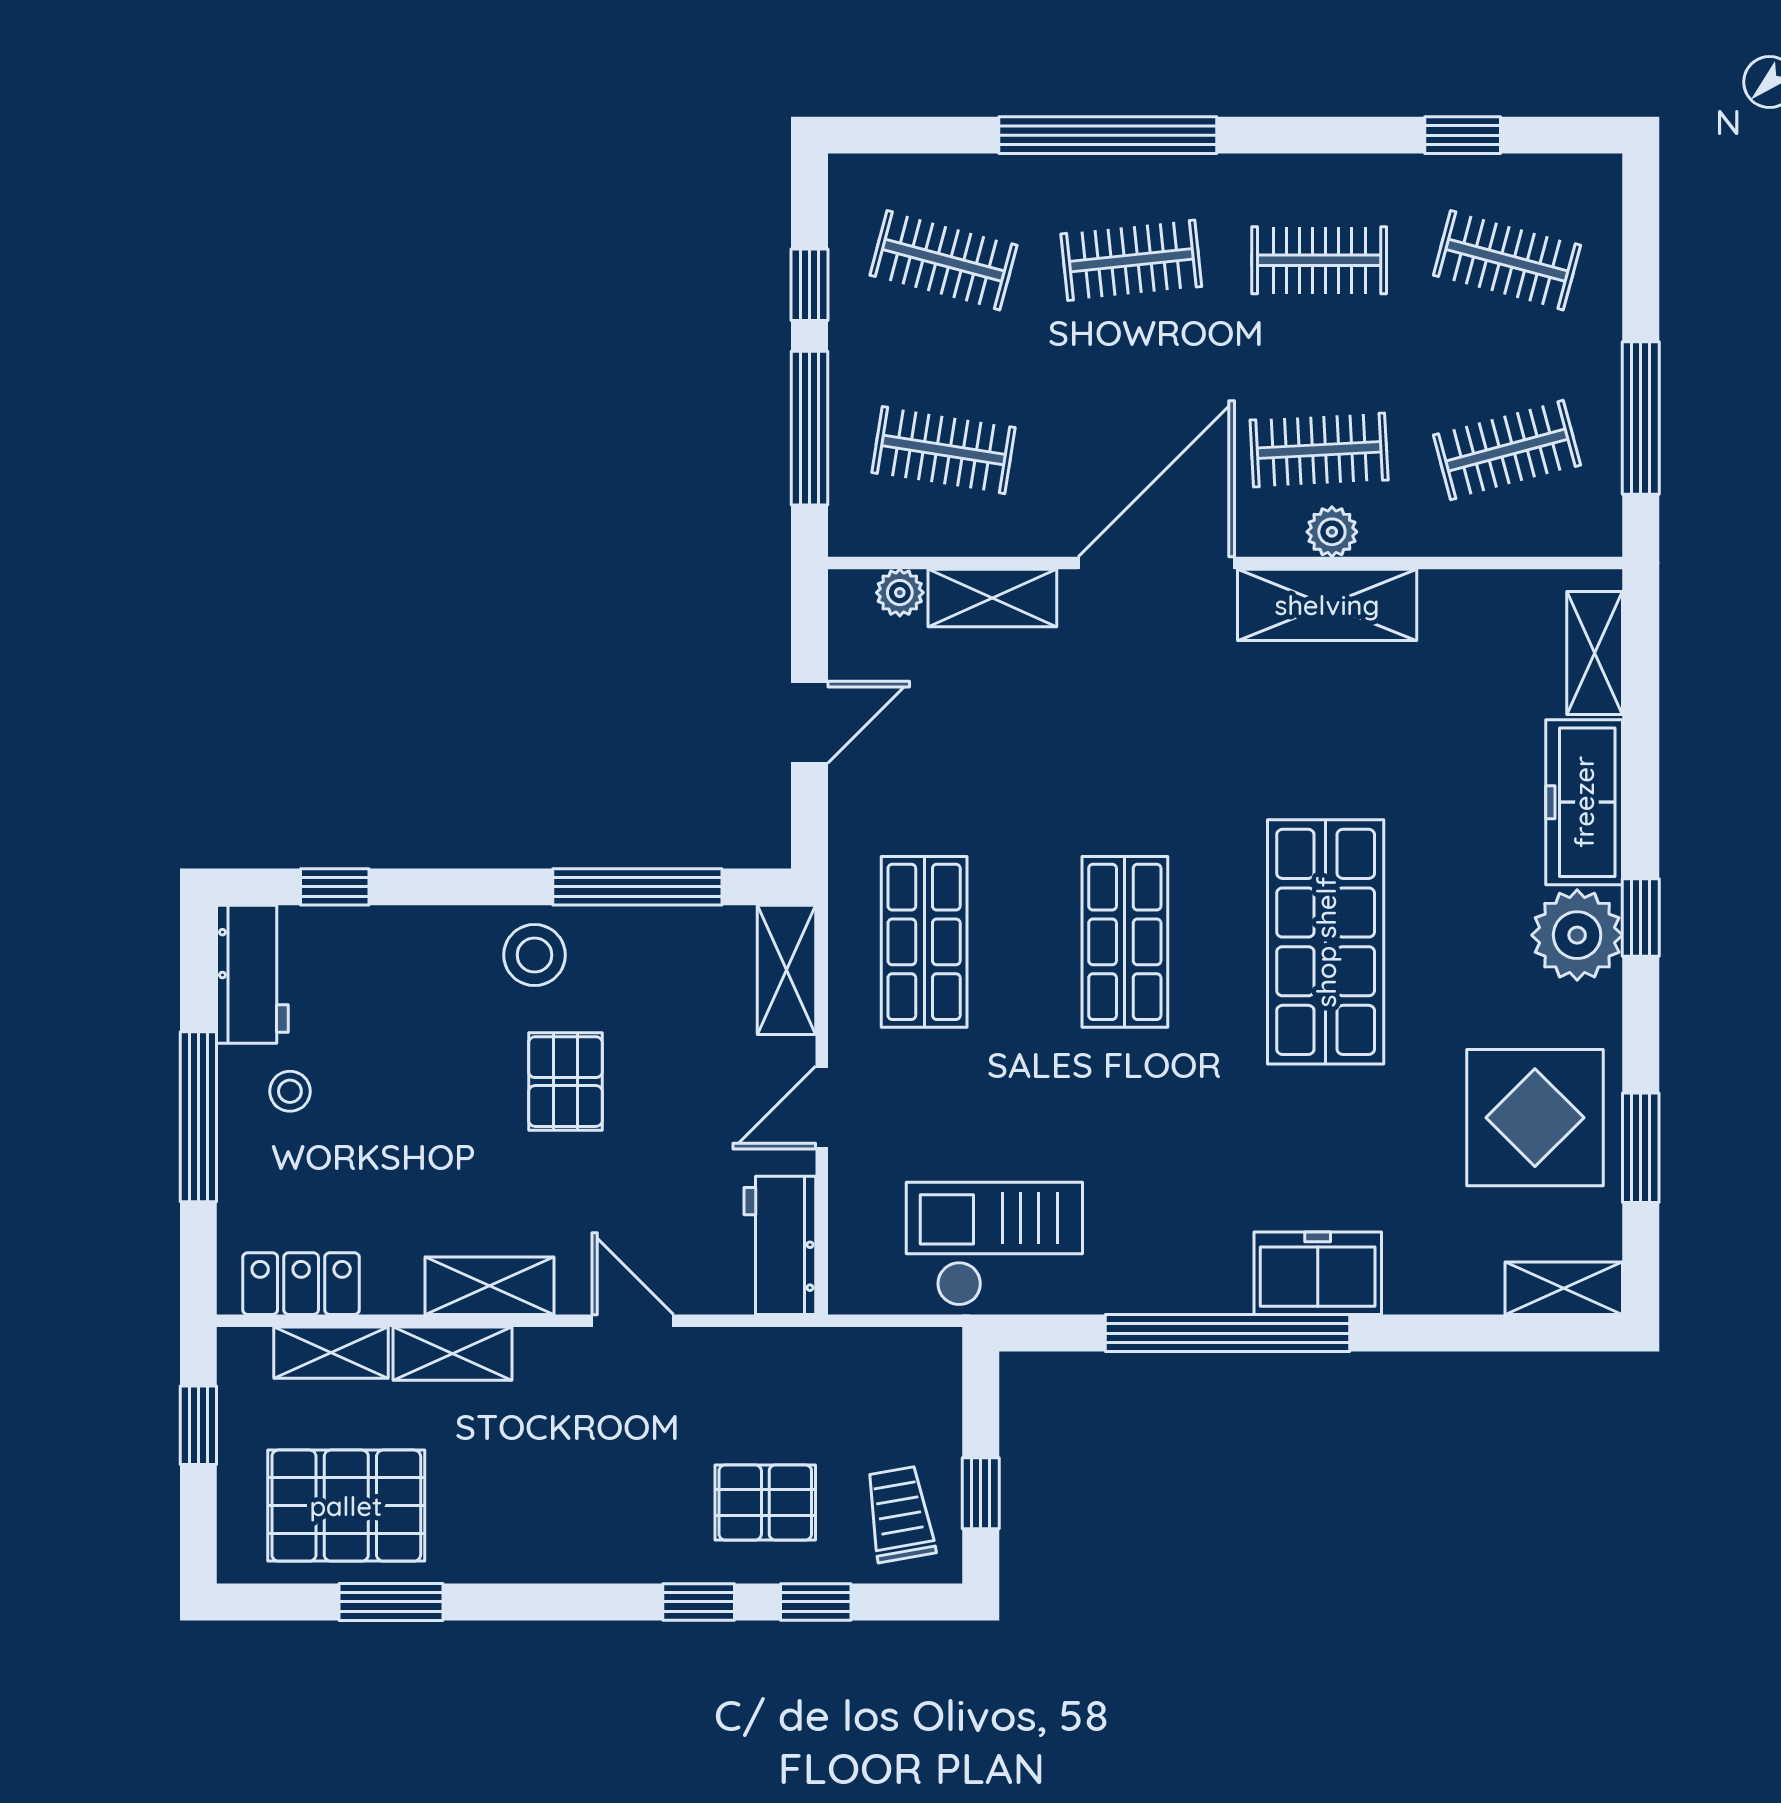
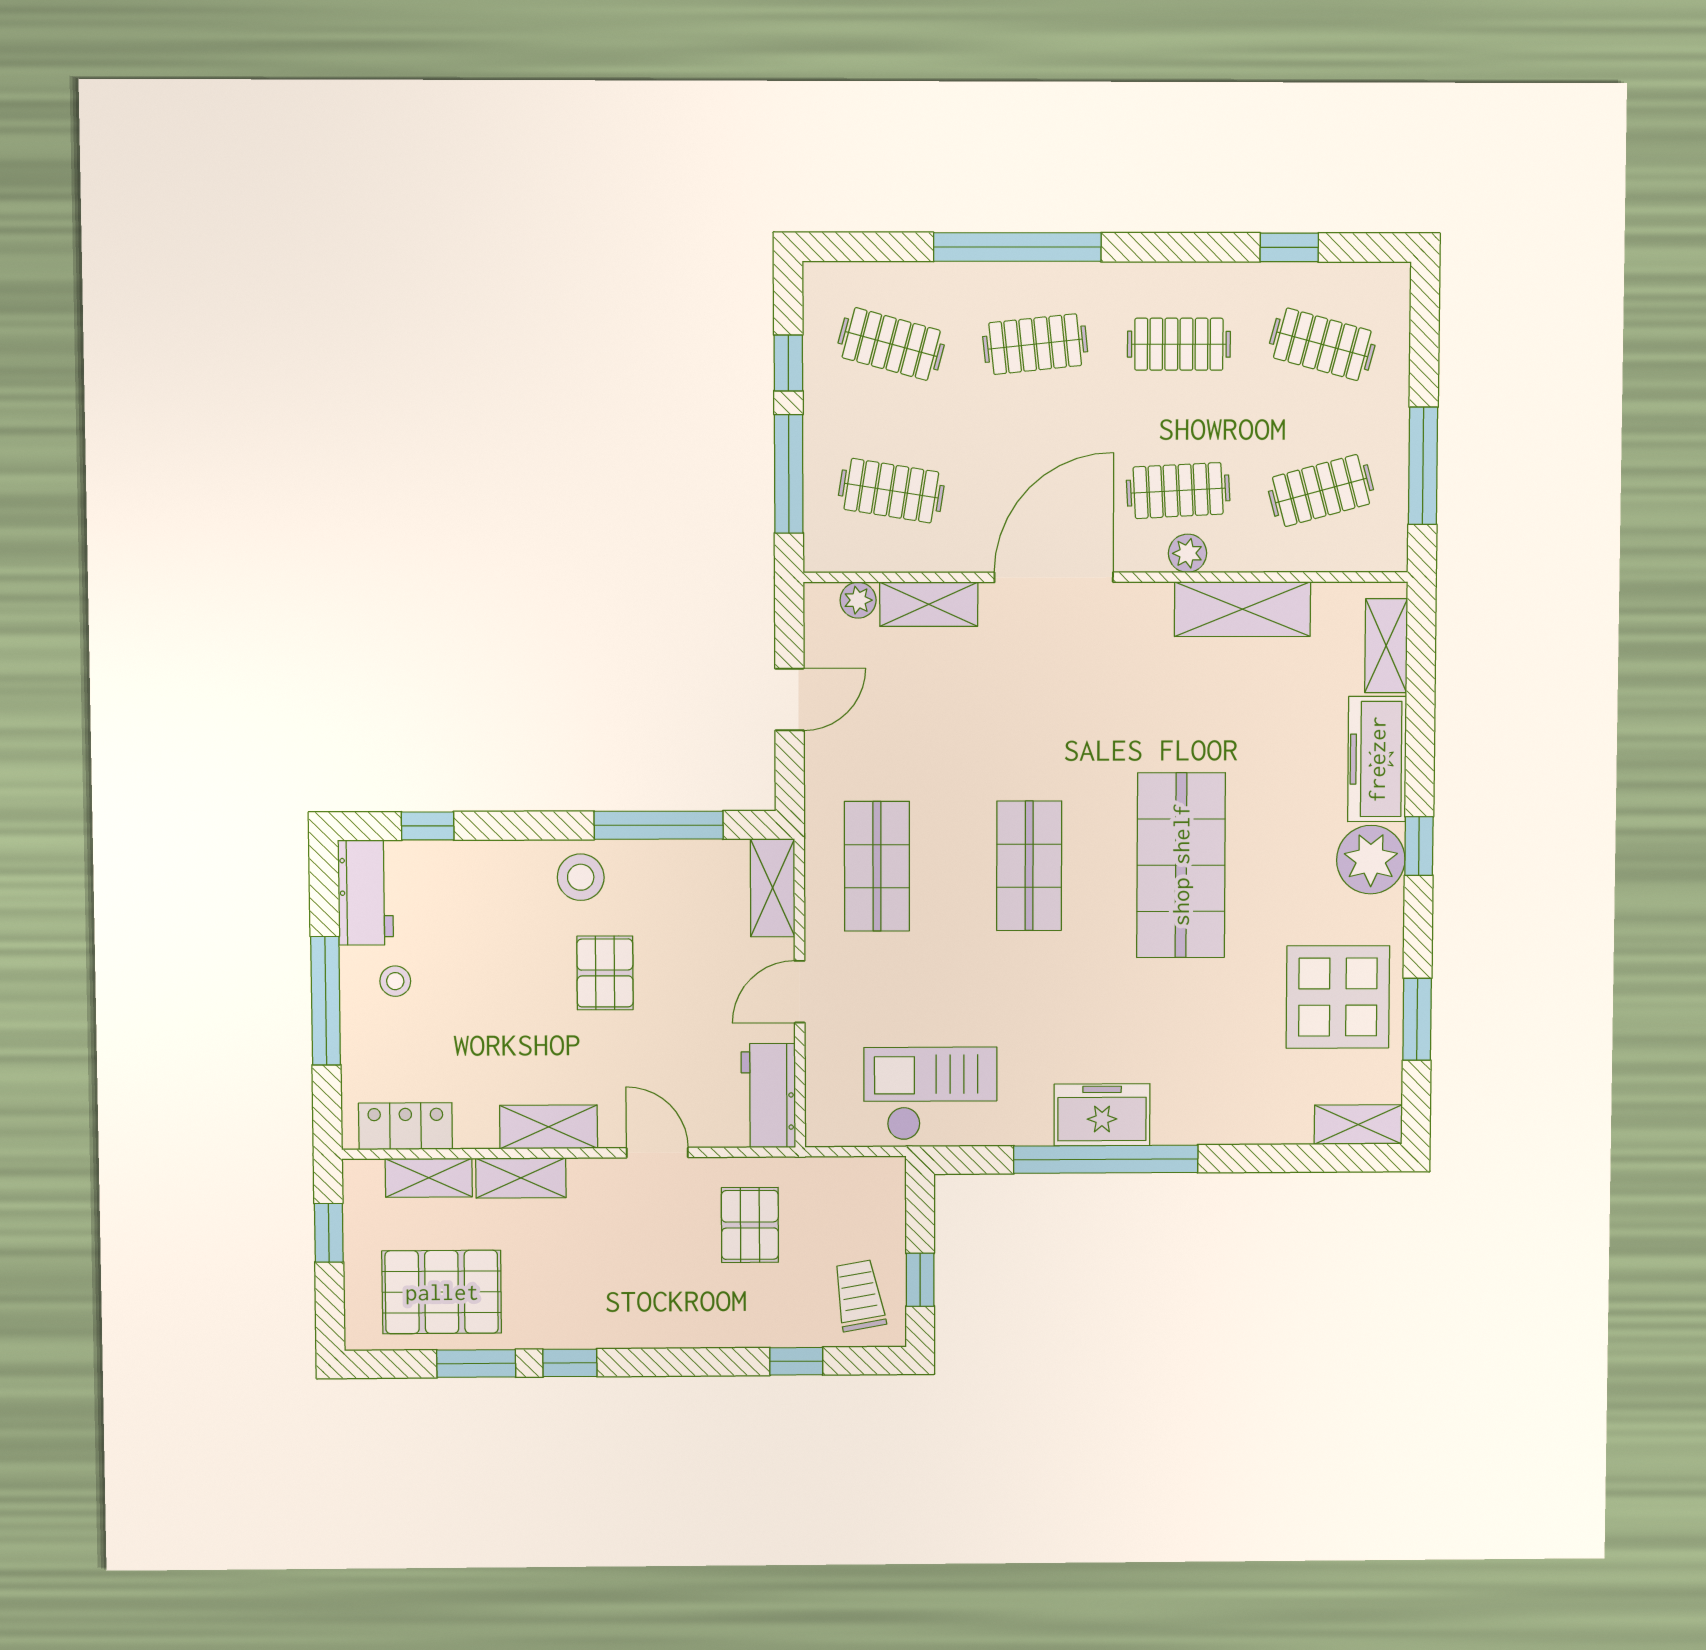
shelving: (1327, 605) -> (1242, 609), moved
freezer: (1318, 1273) -> (1102, 1115), moved
pallet: (765, 1502) -> (750, 1225), moved, turned 90
window: (699, 1602) -> (570, 1363), moved

